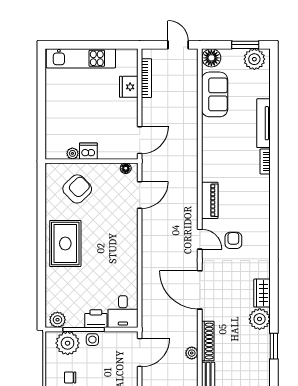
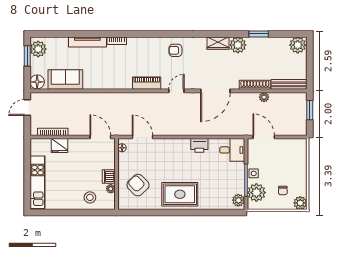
stool: (61, 126) -> (90, 197), added
armchair: (233, 240) -> (175, 50), moved
printer: (96, 319) -> (199, 145), moved, turned -90

